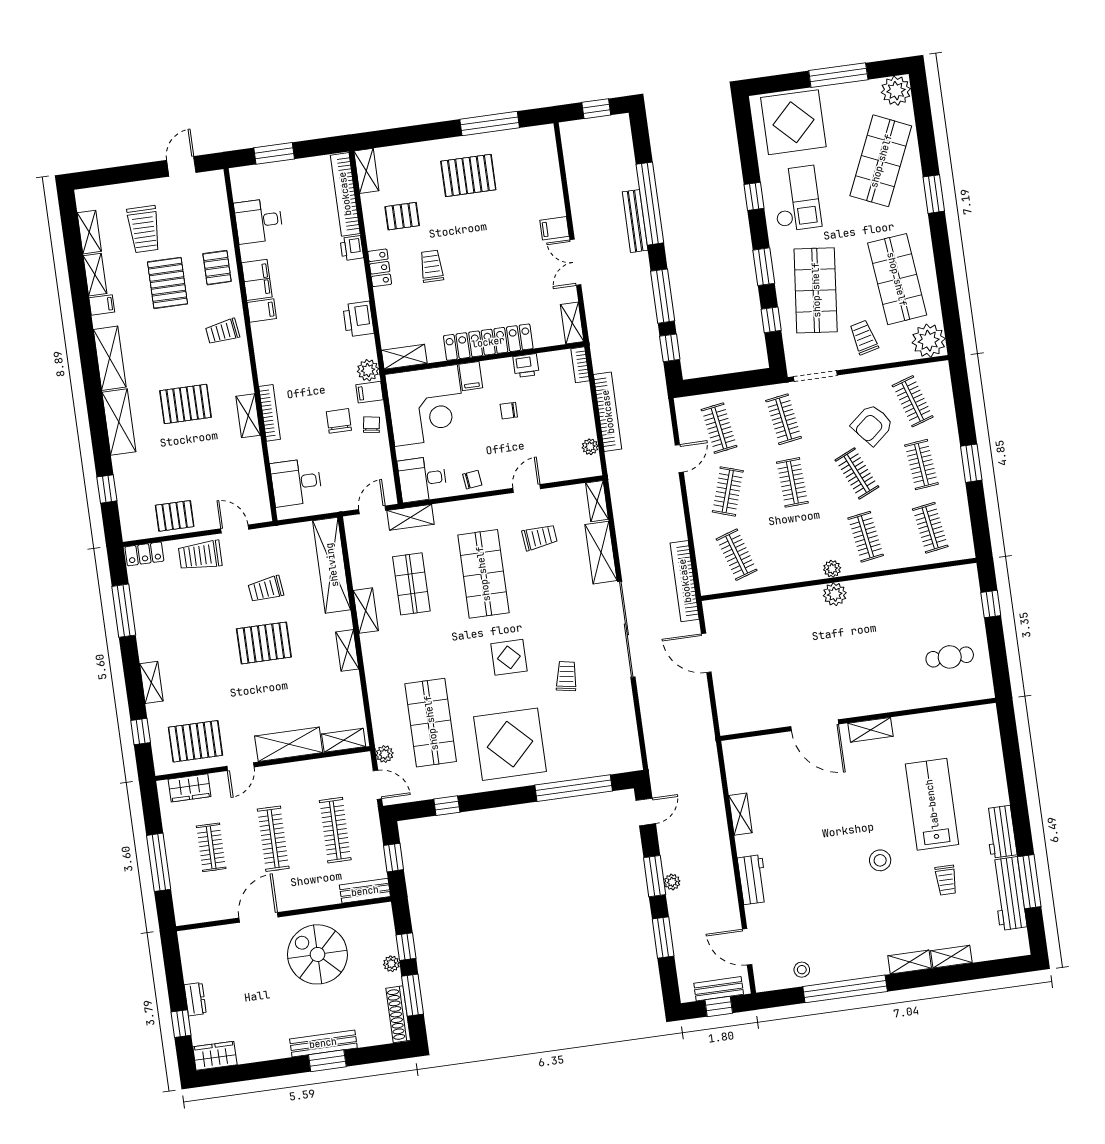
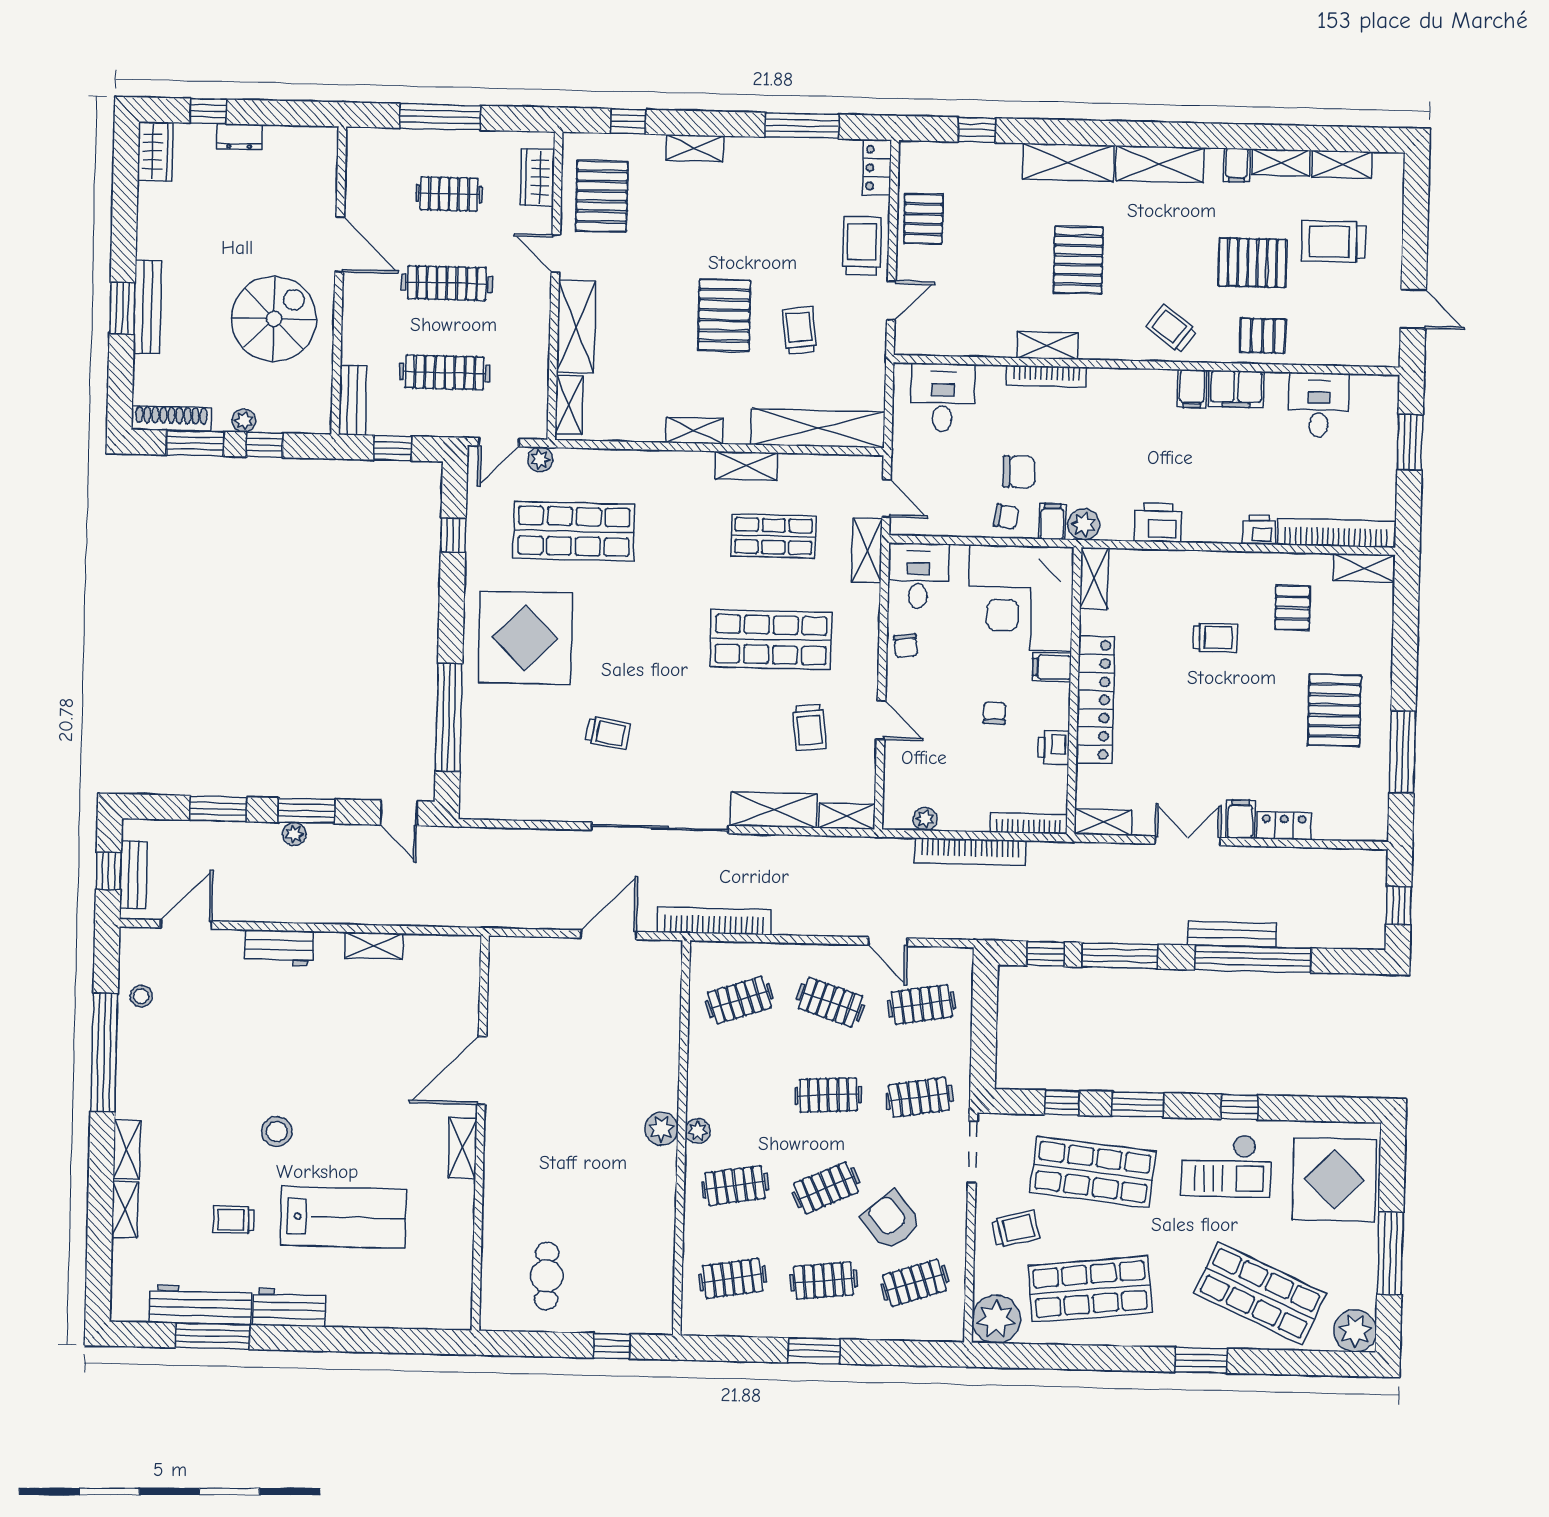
locker: (380, 268) -> (1284, 826), moved, turned 180
trolley: (222, 332) -> (1172, 329), turned -45
bookcase: (580, 365) -> (1029, 823), width x1.56
display table: (509, 657) -> (648, 656), removed

